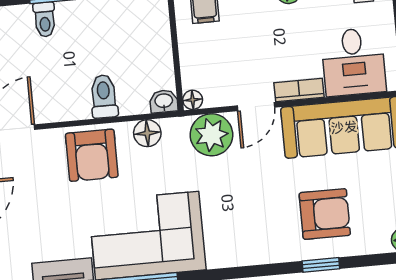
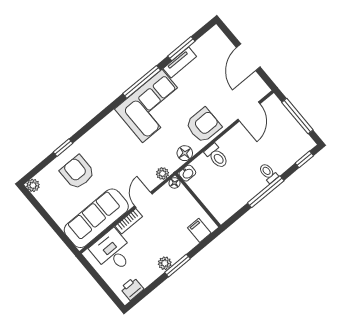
plant: (211, 135) -> (163, 173), width x0.53, depth x0.53
armchair: (92, 155) -> (203, 125), turned 90
armchair: (325, 214) -> (77, 172), turned 90

